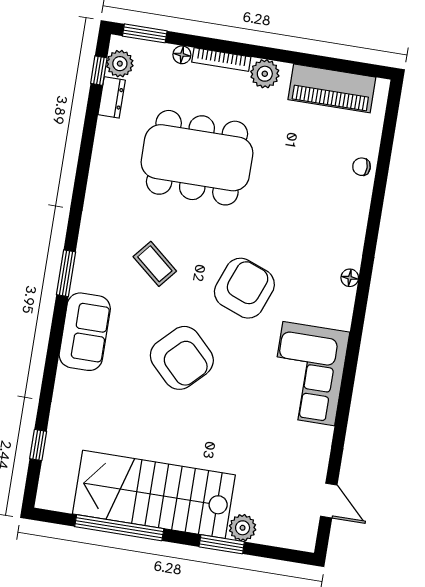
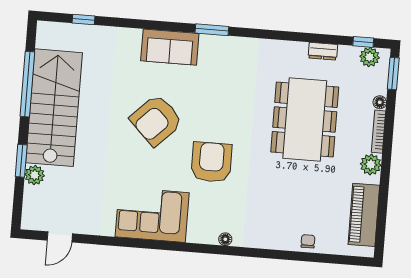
dresser: (112, 97) -> (323, 51), moved
coffee table: (155, 264) -> (224, 95), removed
armchair: (244, 288) -> (211, 162), turned -111

